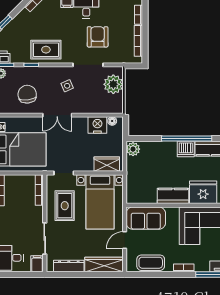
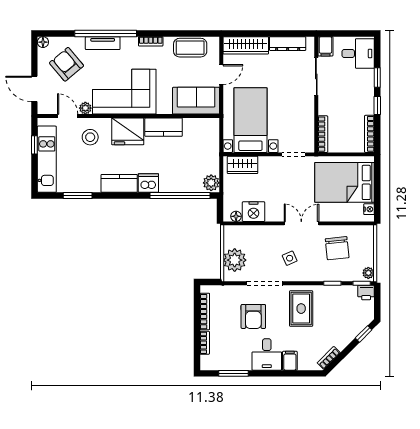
rug: (46, 50) -> (301, 309), moved, turned 90
window: (187, 139) -> (180, 195), moved
rug: (65, 206) -> (292, 115), removed

